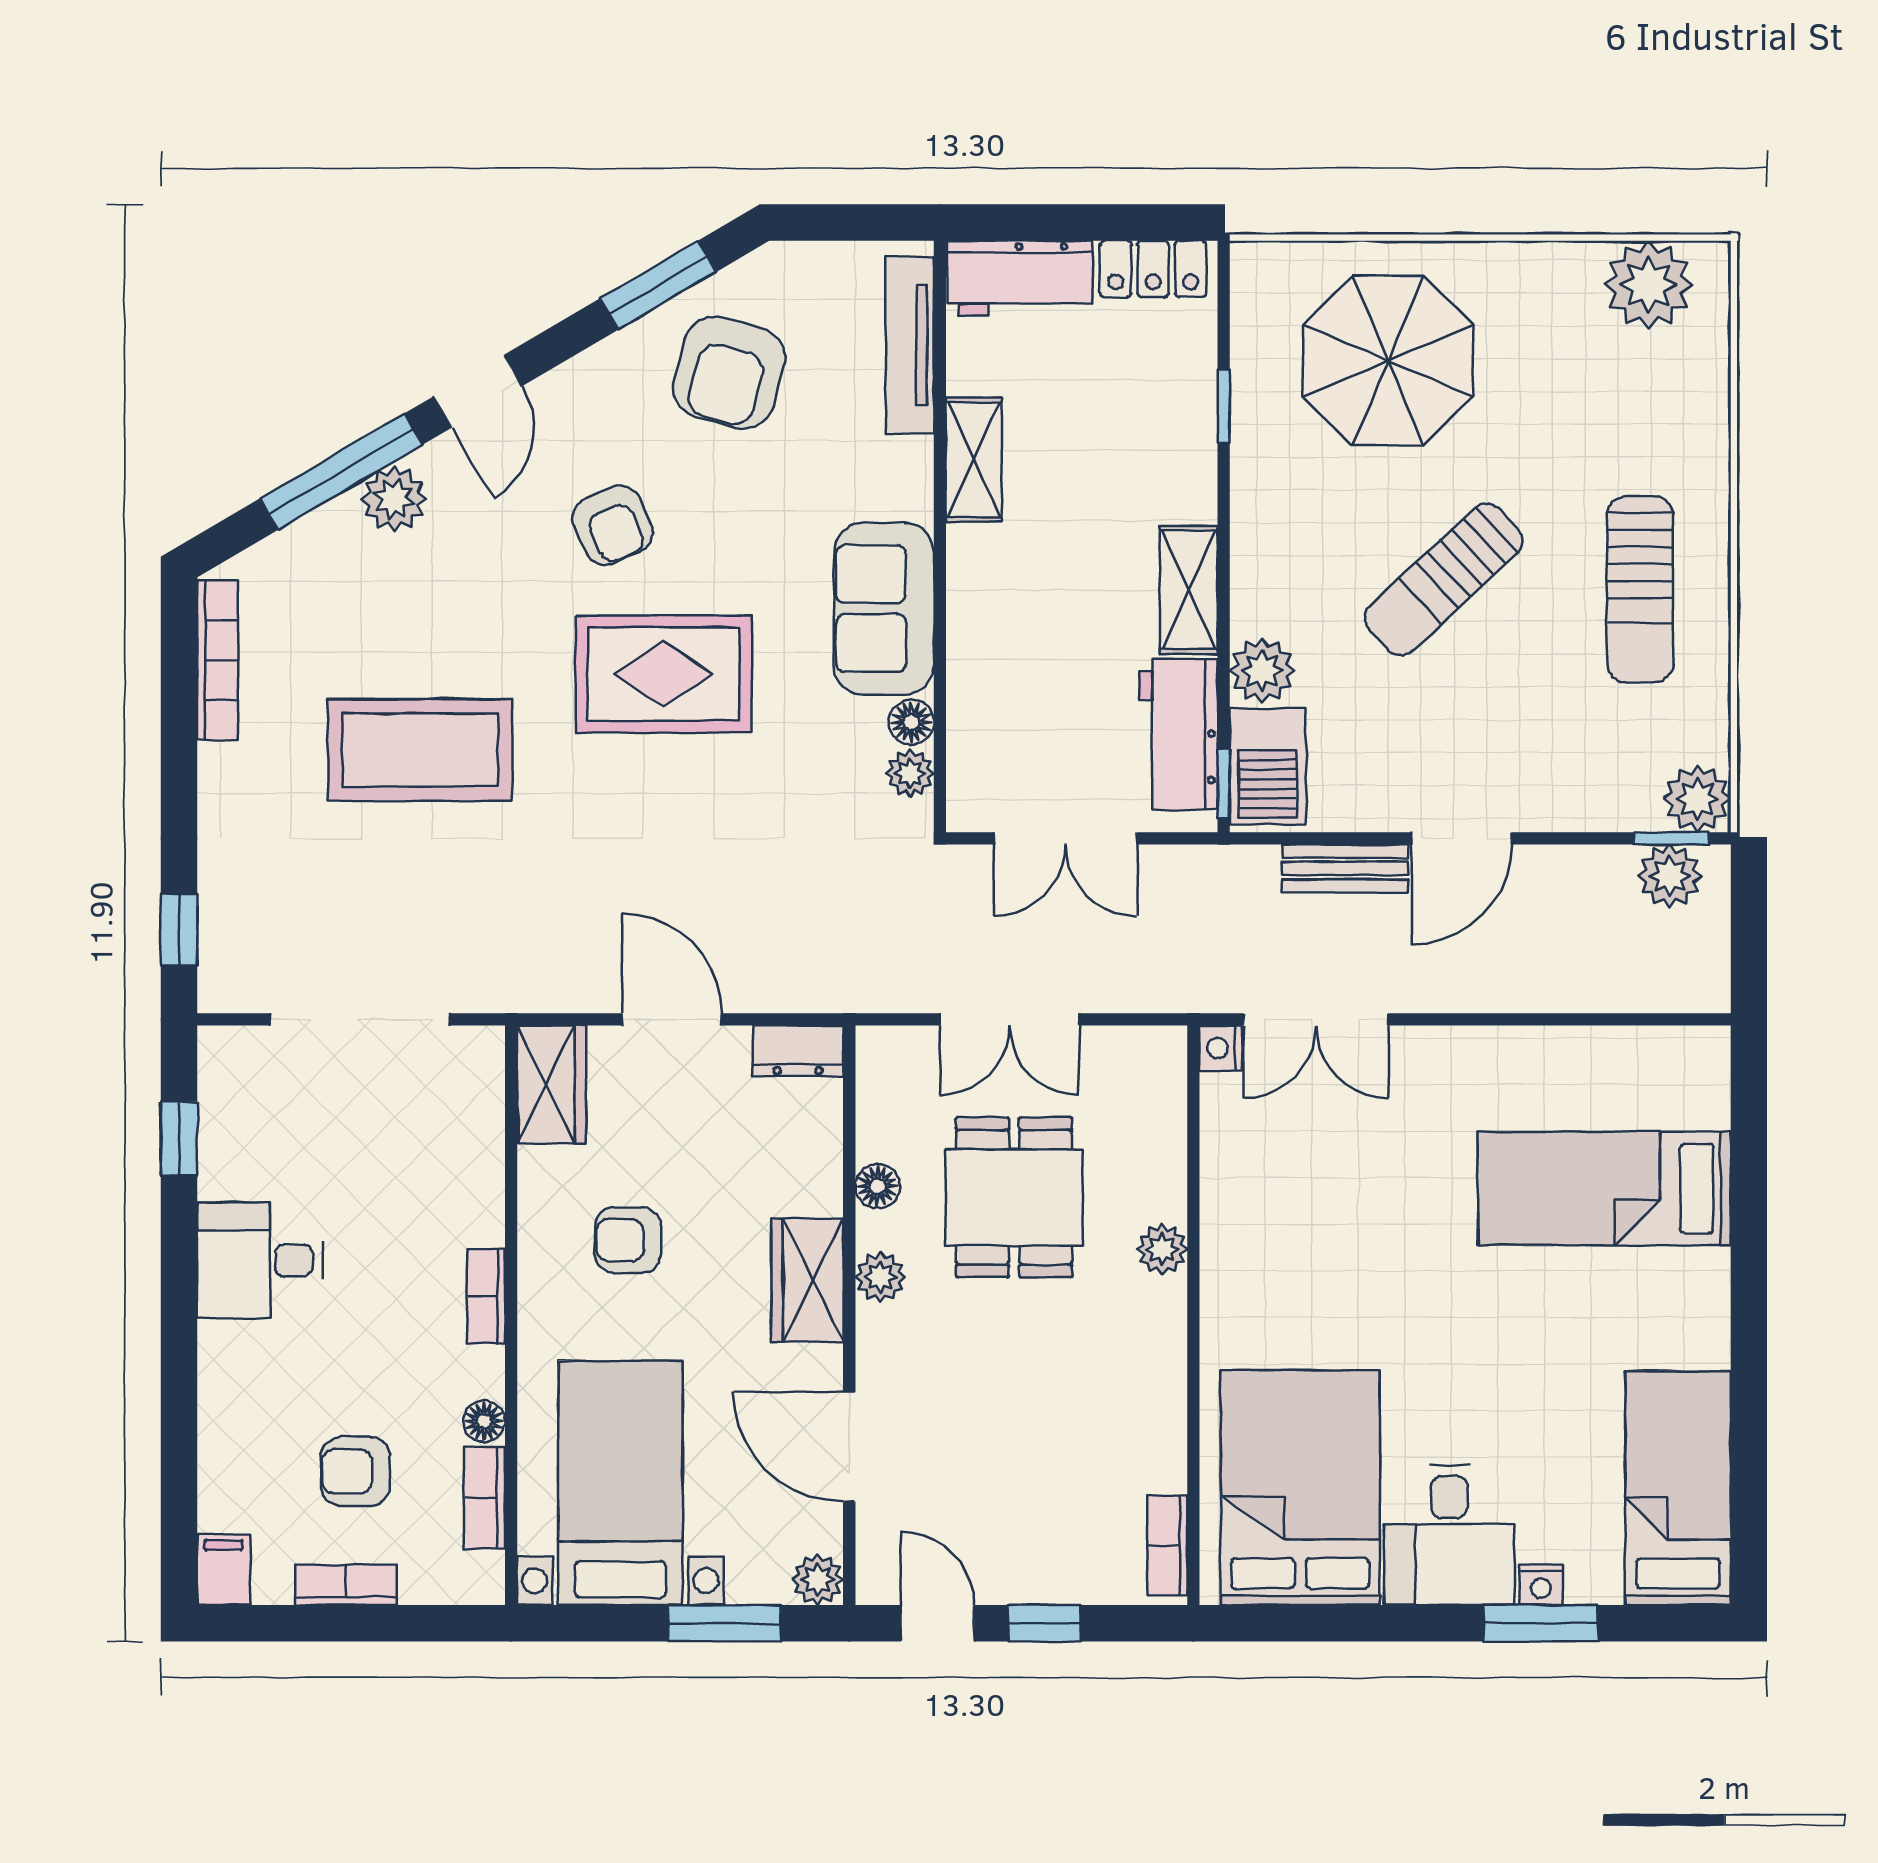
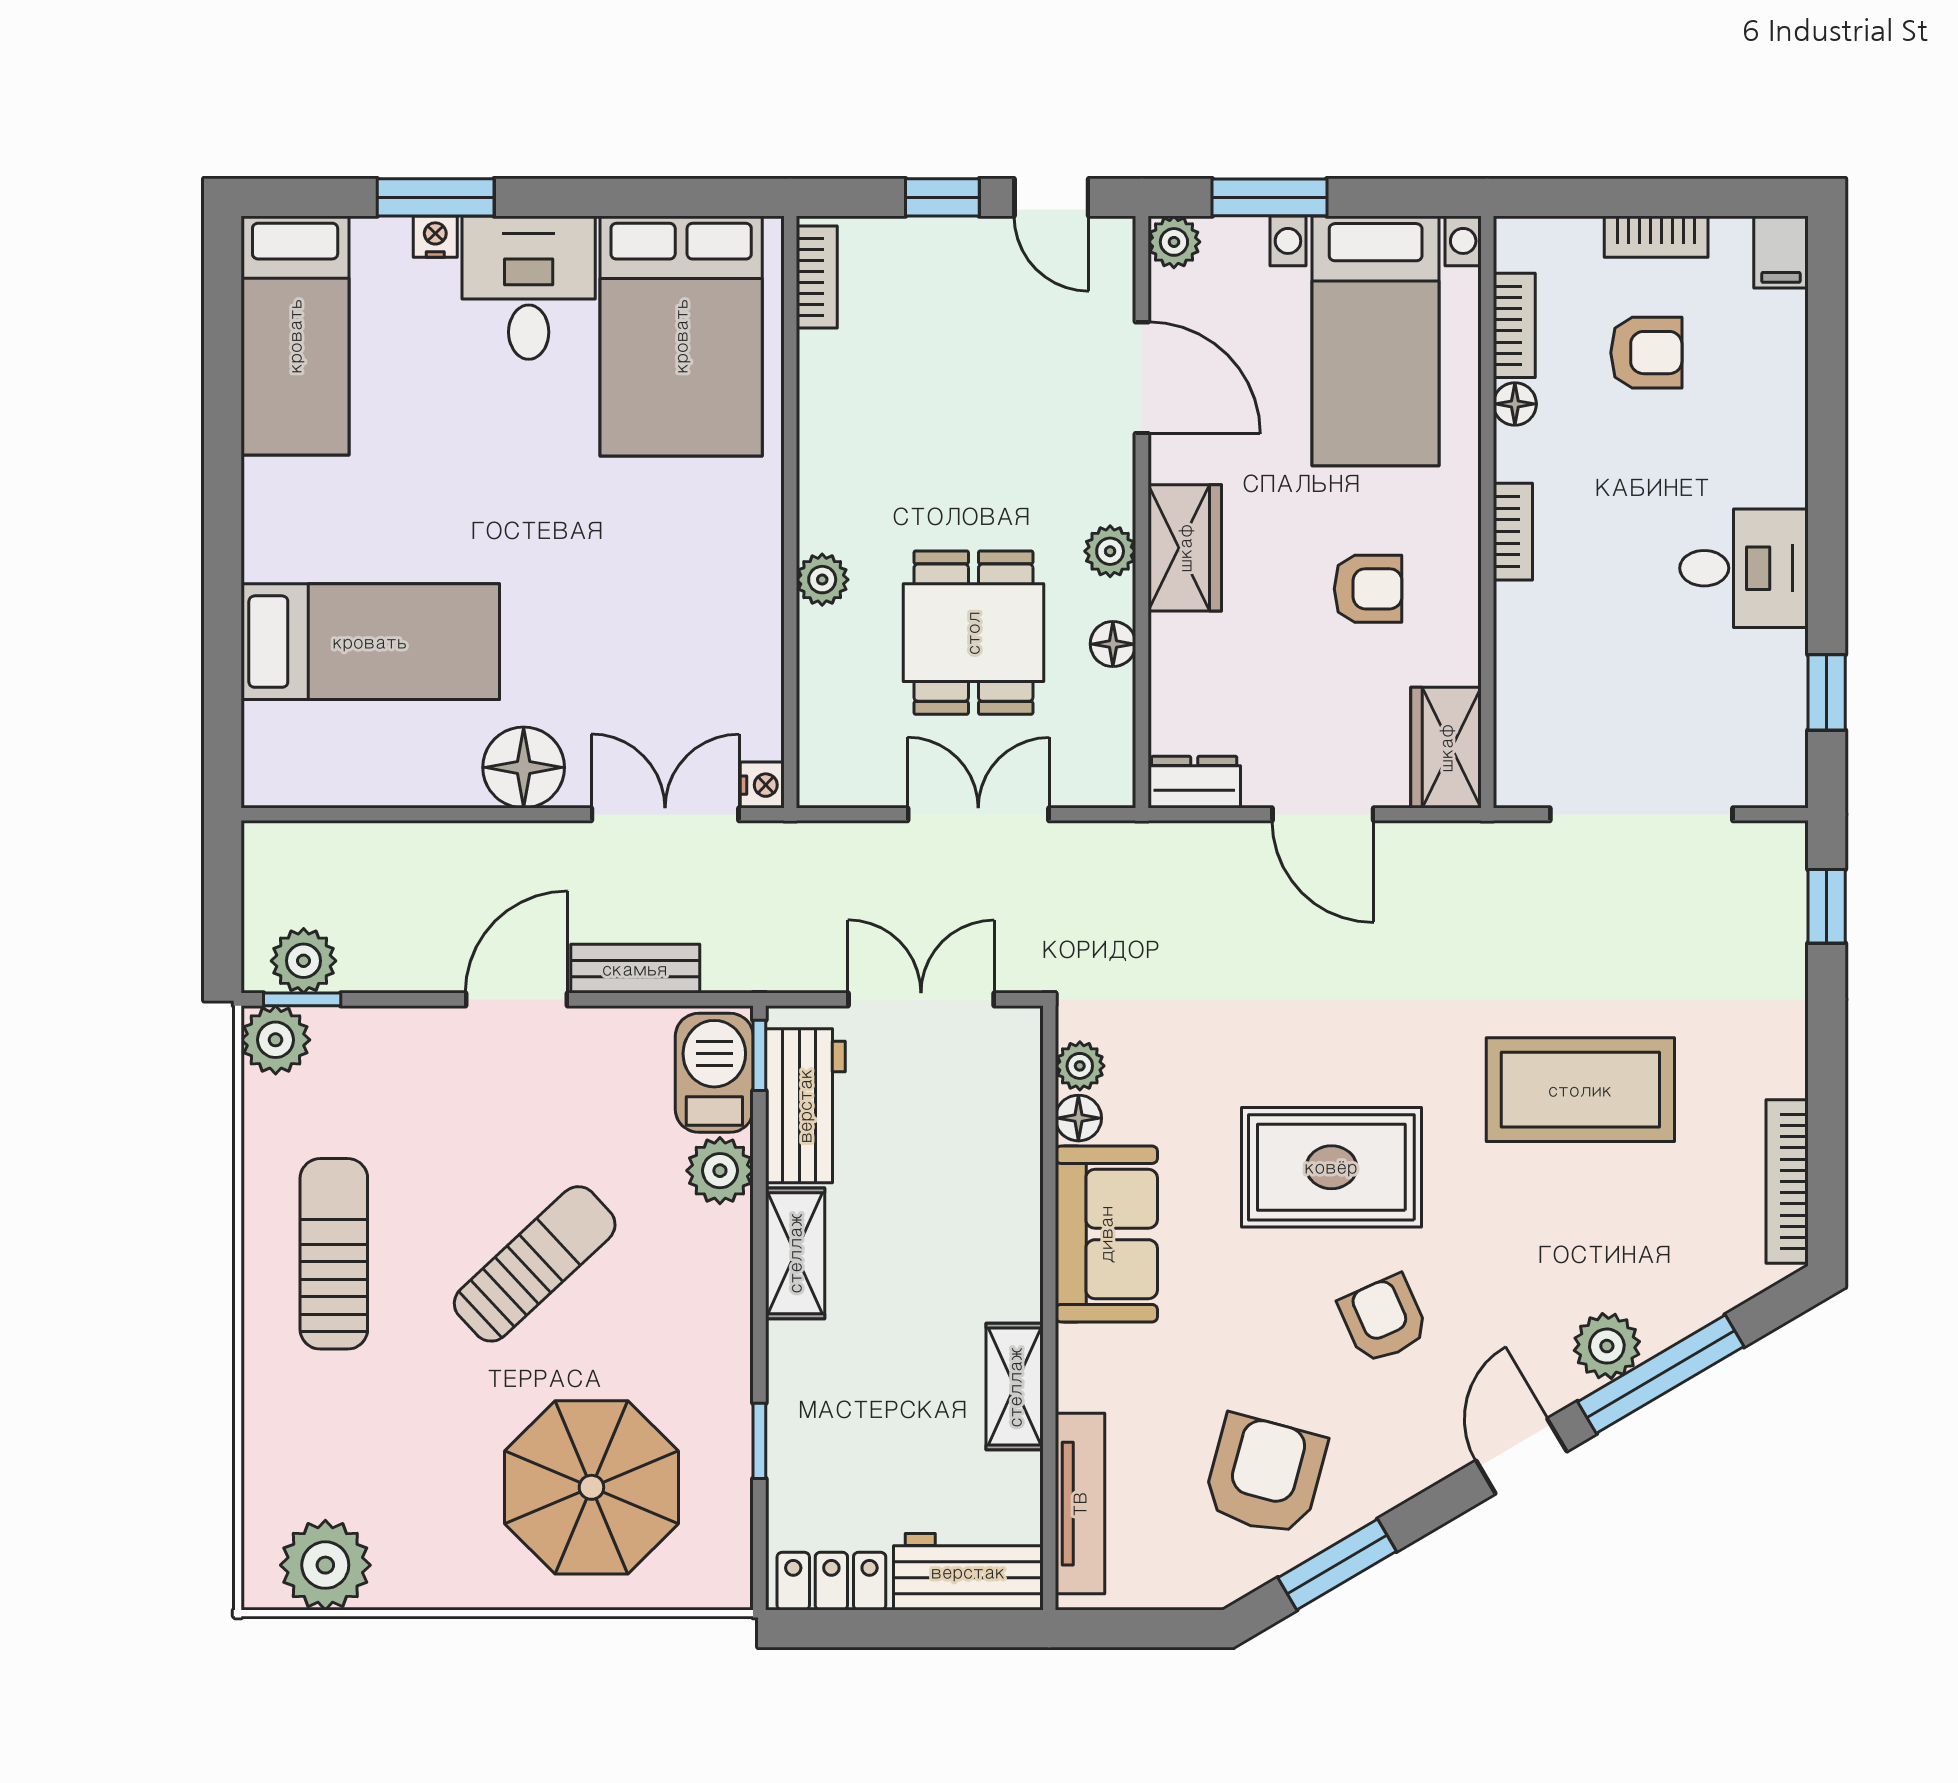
floor lamp: (1454, 1065) -> (524, 767), added

